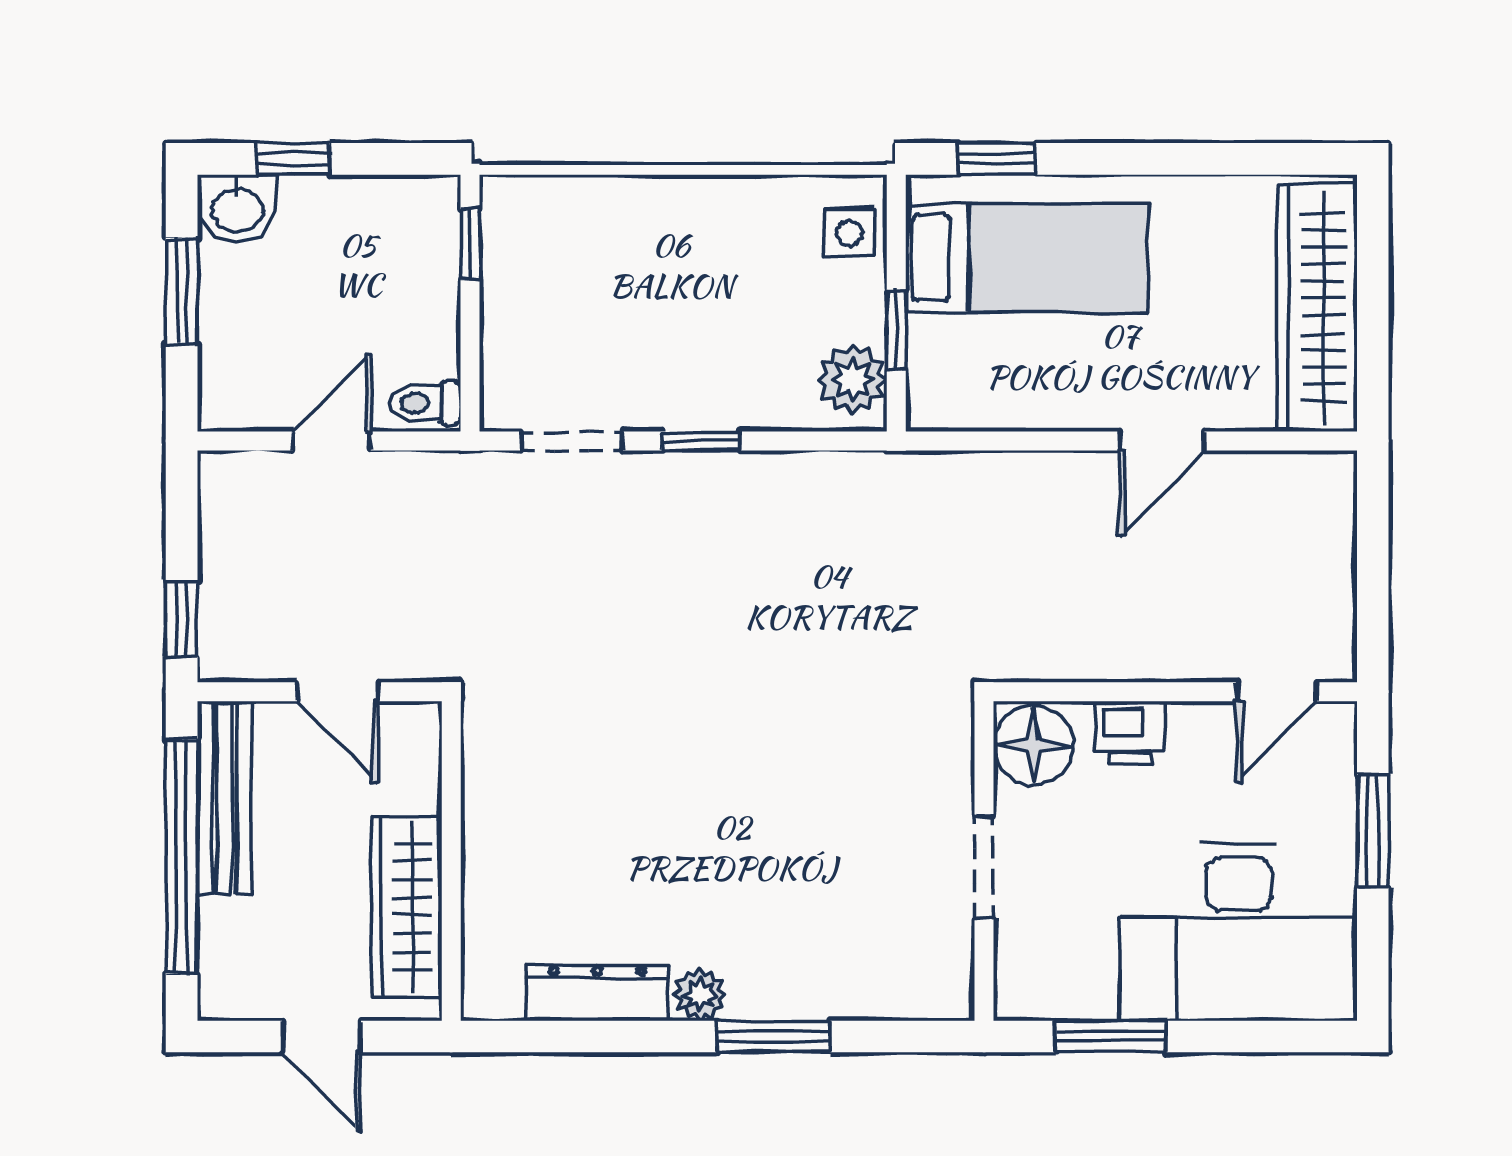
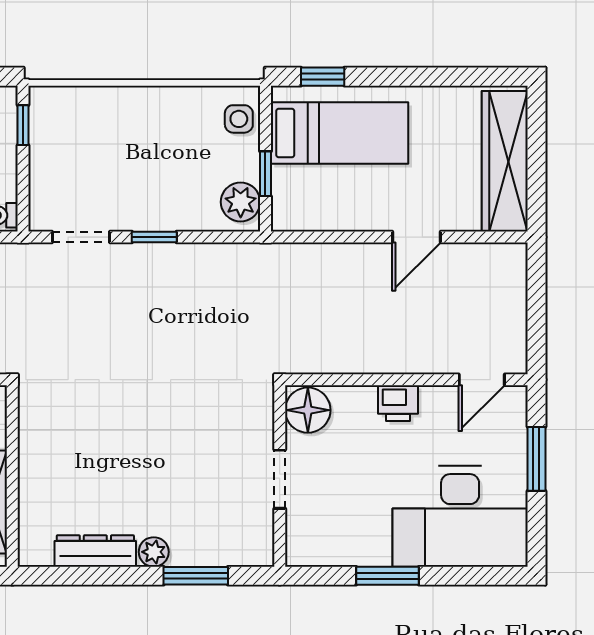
floor lamp: (1033, 745) -> (308, 410), moved
wall: (984, 861) -> (280, 476), moved
doorway: (984, 867) -> (280, 479), moved

